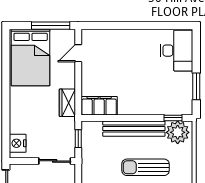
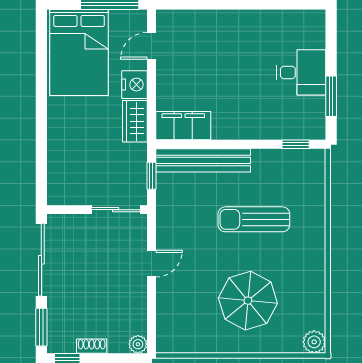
desk: (177, 51) -> (301, 72), moved, width x0.73
bench: (134, 129) -> (203, 160), moved
plant: (178, 132) -> (303, 166), removed
nightstand: (18, 143) -> (135, 85), moved, turned 180

